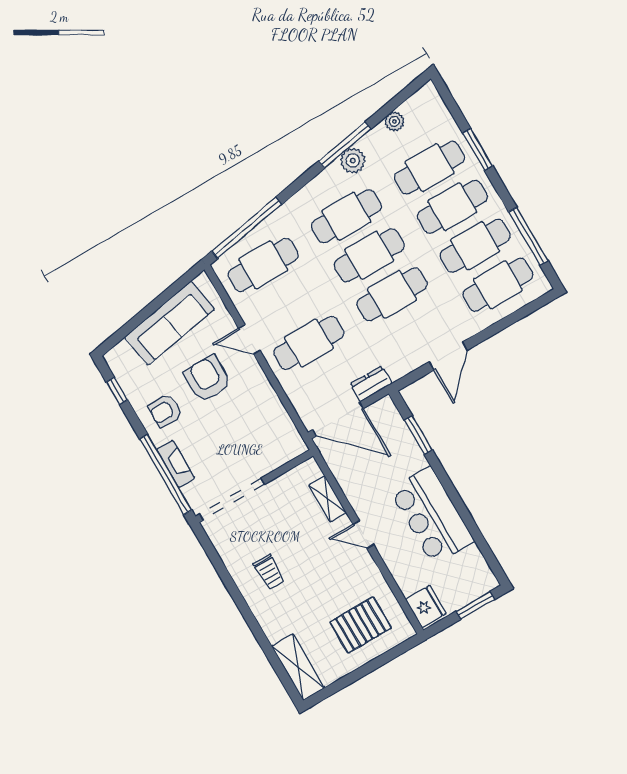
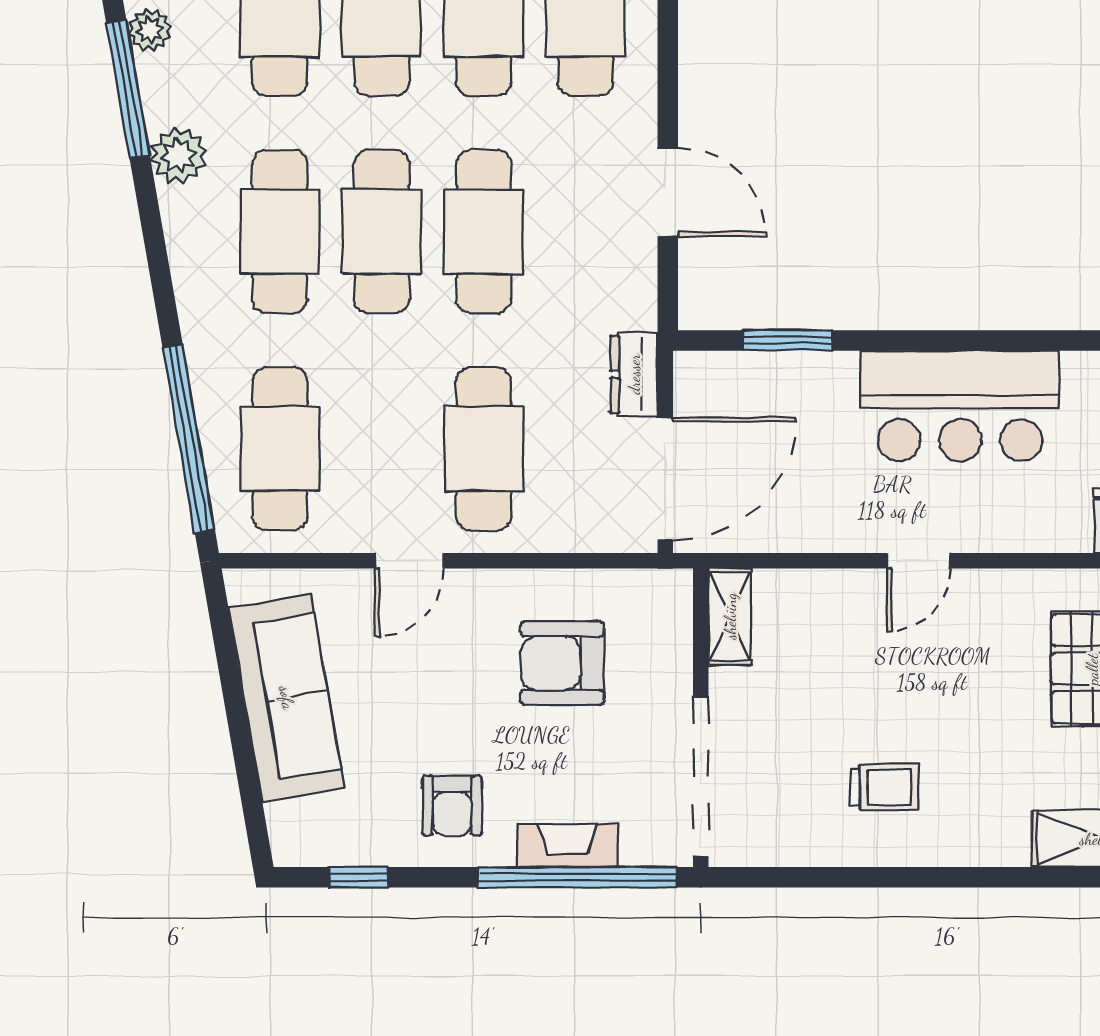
window: (345, 145) -> (128, 89), moved
armchair: (208, 379) -> (562, 663), moved
shelving: (327, 499) -> (730, 616), moved, turned 90

